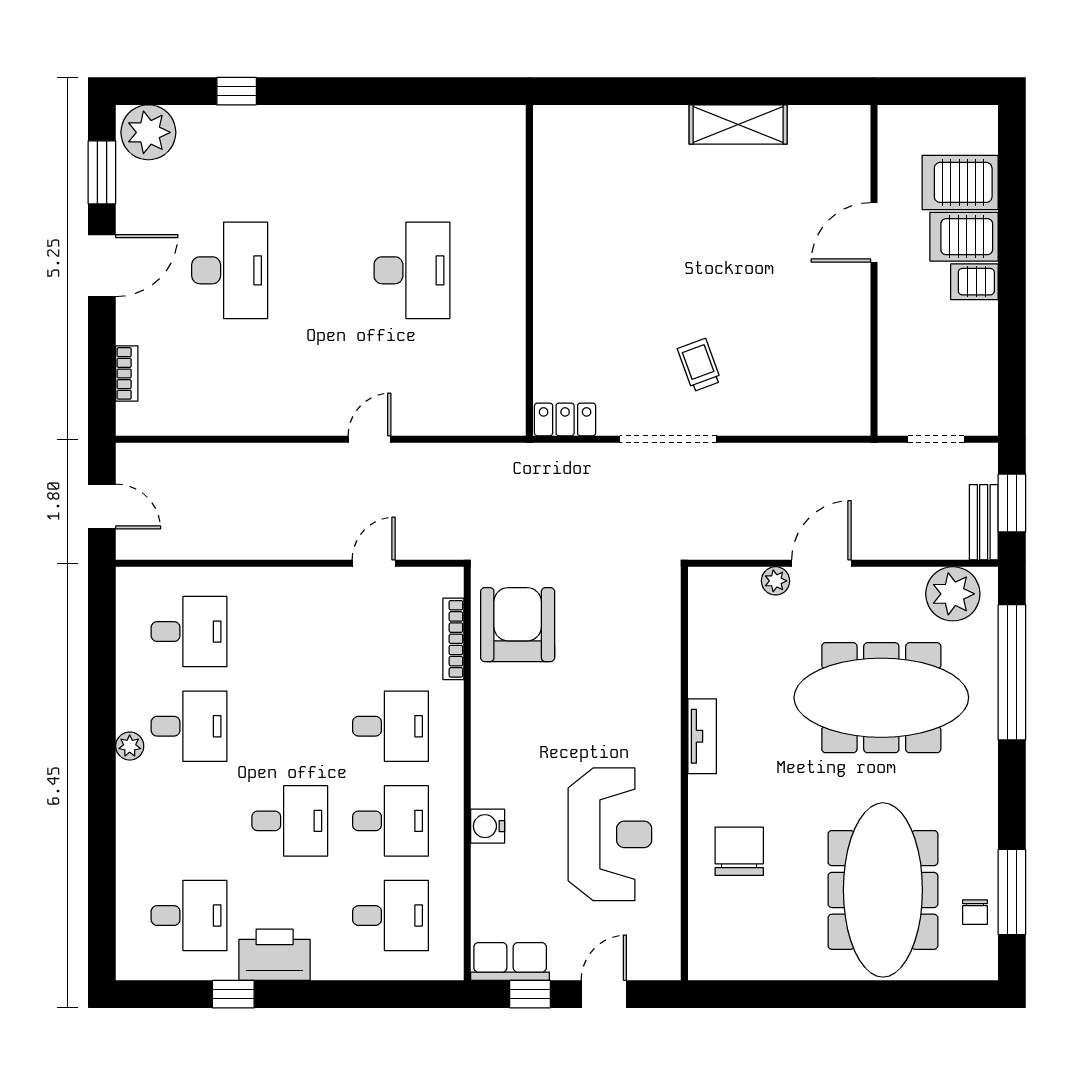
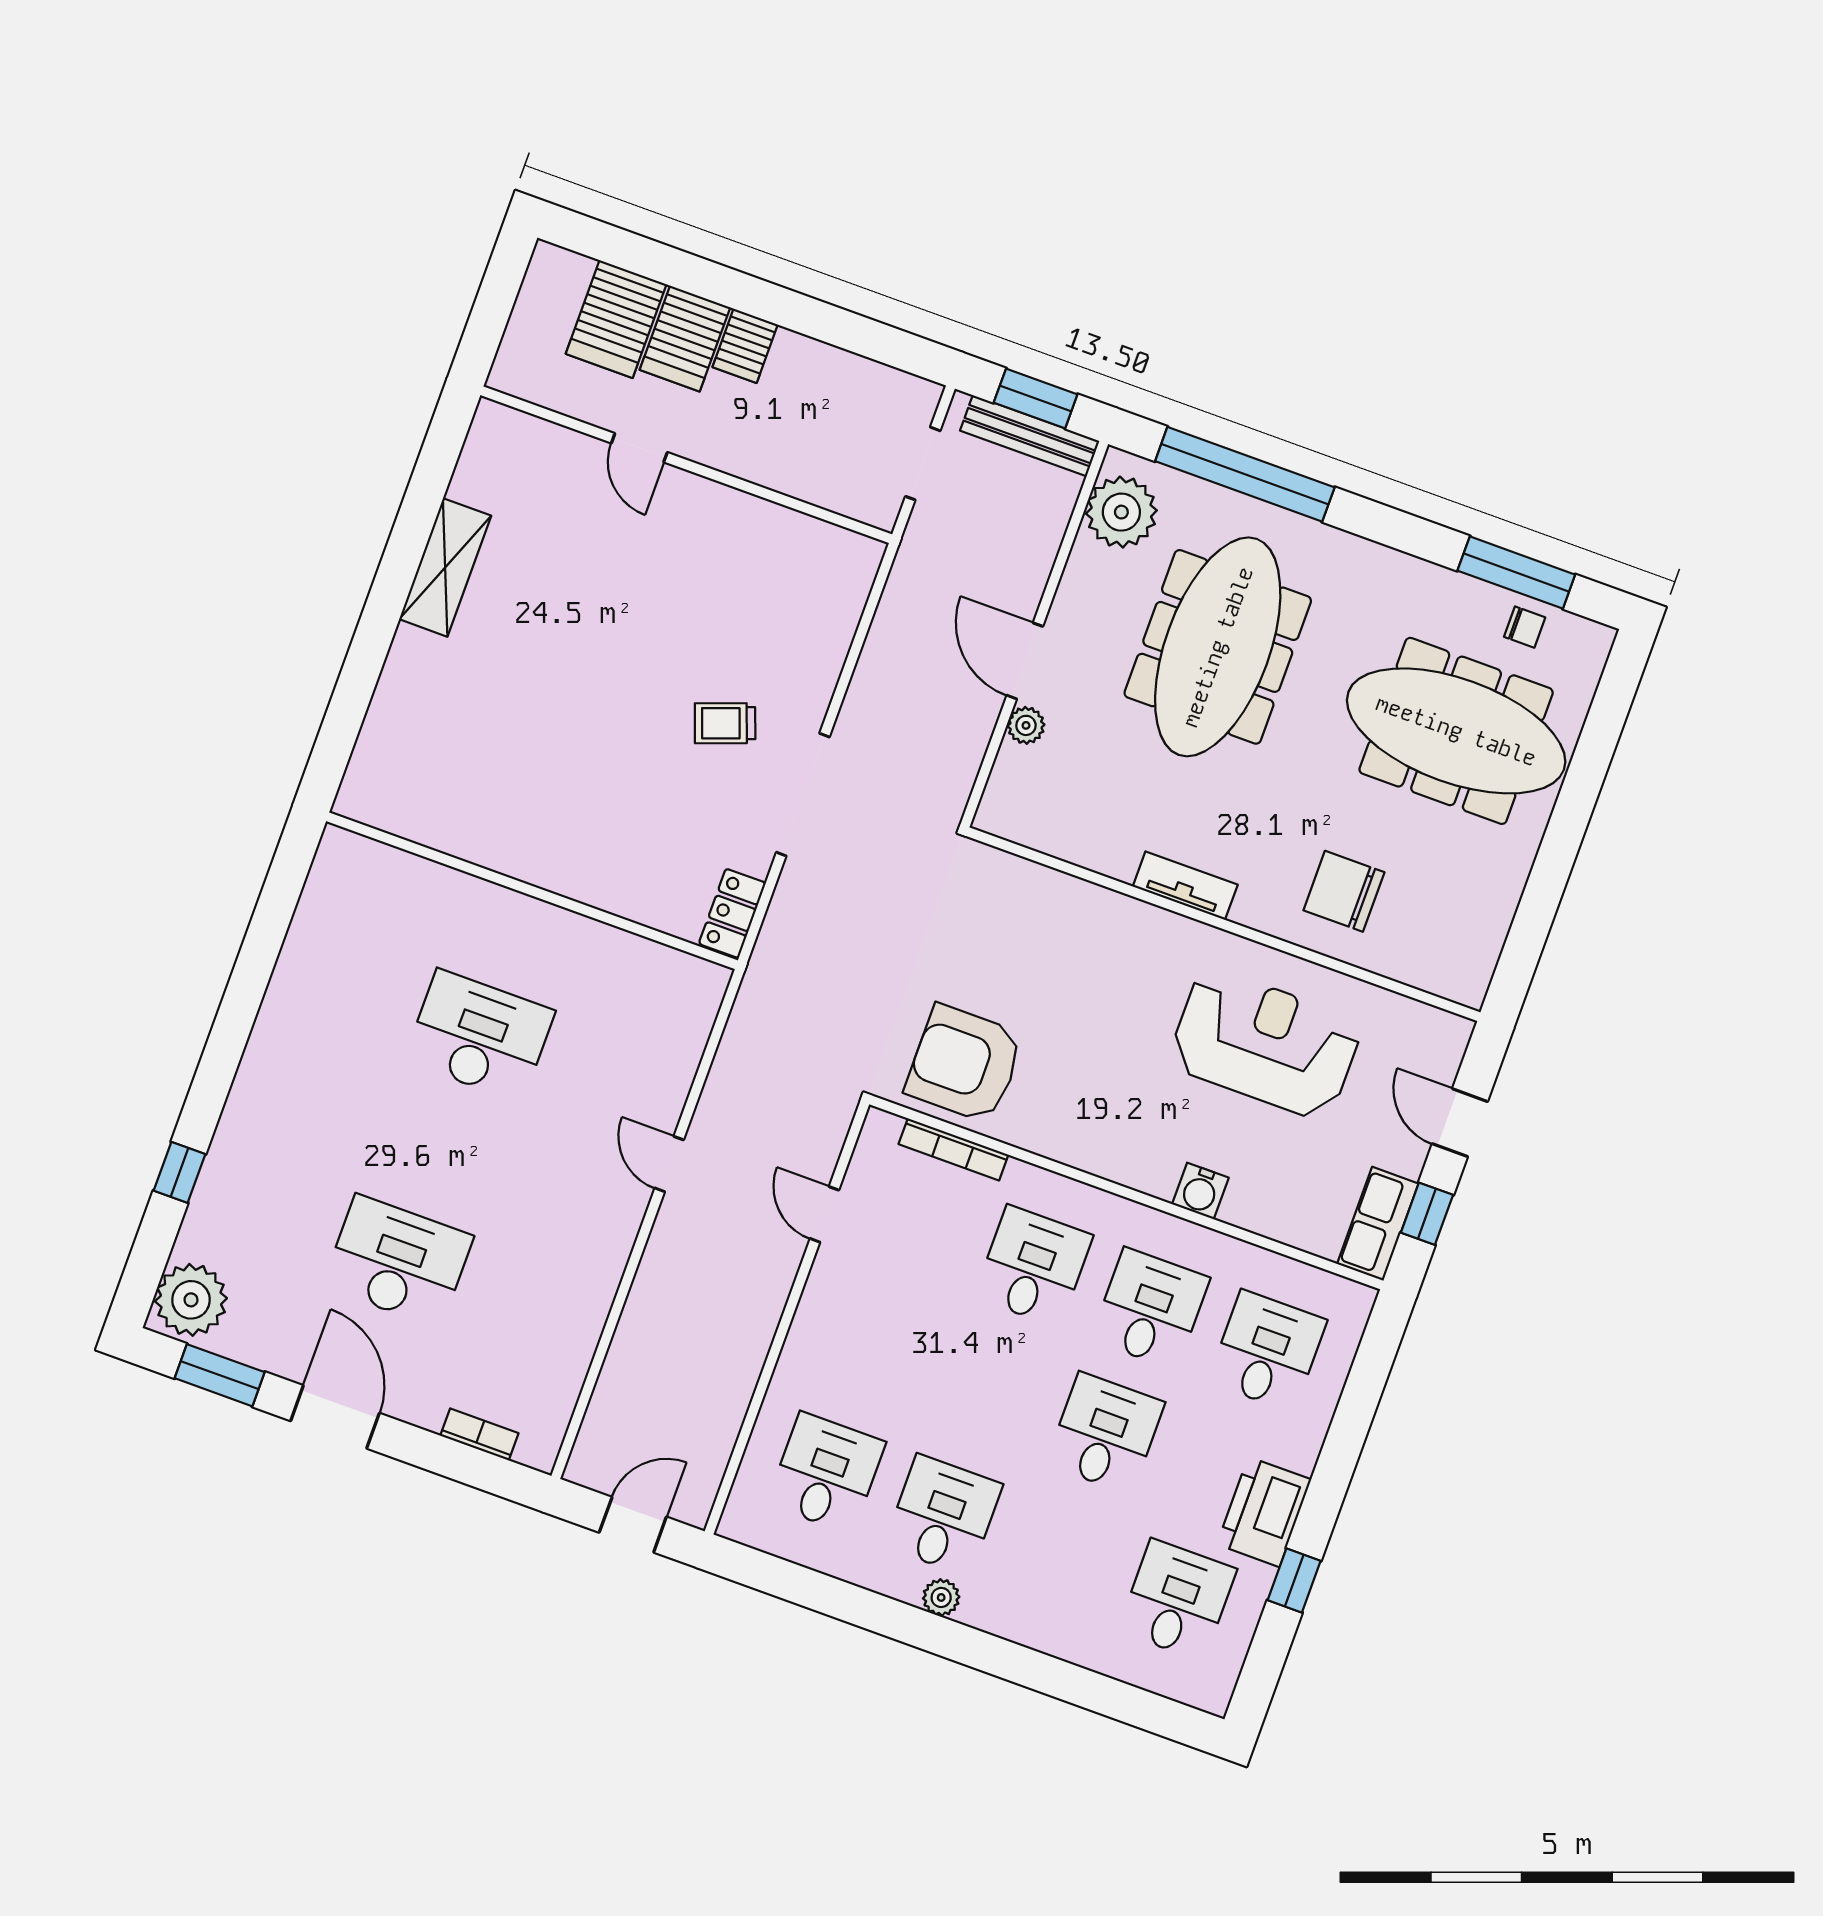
door: (874, 232) -> (639, 448), width x0.73
bench: (984, 522) -> (1030, 436), width x1.36

